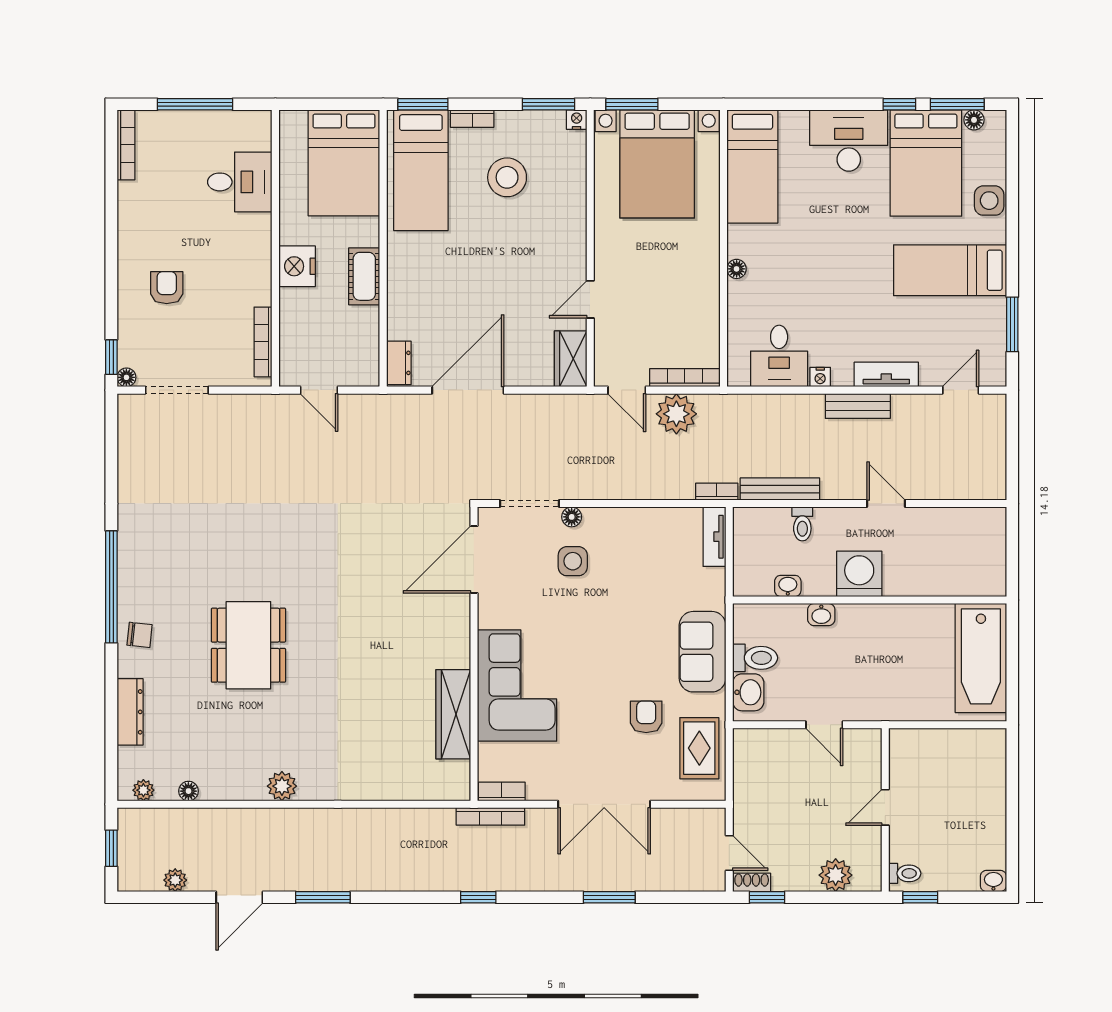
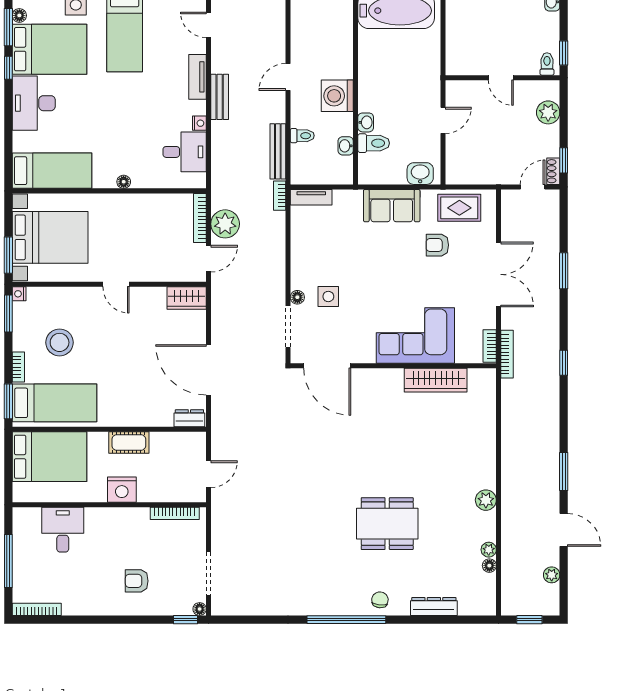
door: (590, 299) -> (116, 284), moved
toilet: (755, 658) -> (374, 143), moved, turned 90
plant: (143, 790) -> (489, 550), moved

